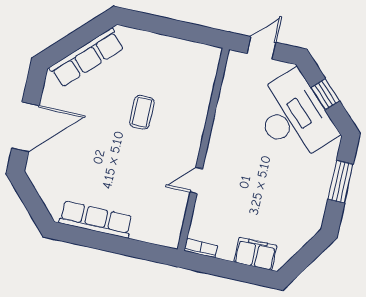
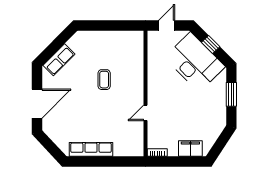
row of seats: (87, 58) -> (59, 60), width x0.68

